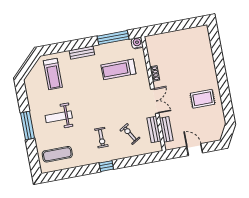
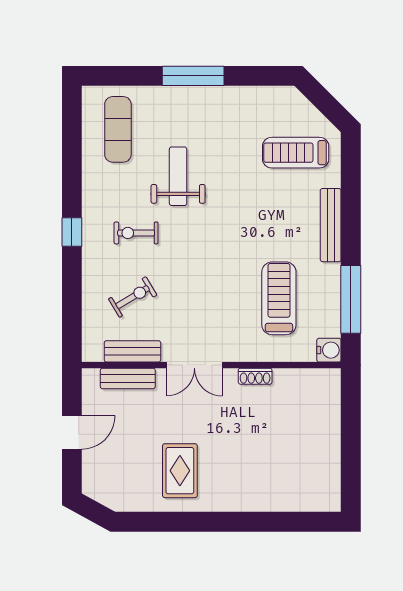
bench: (82, 53) -> (331, 225), width x1.36
weight bench: (59, 117) -> (178, 176), moved

